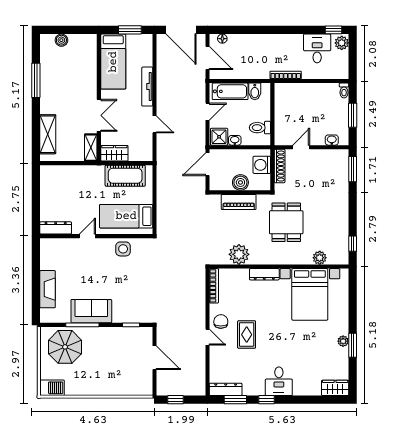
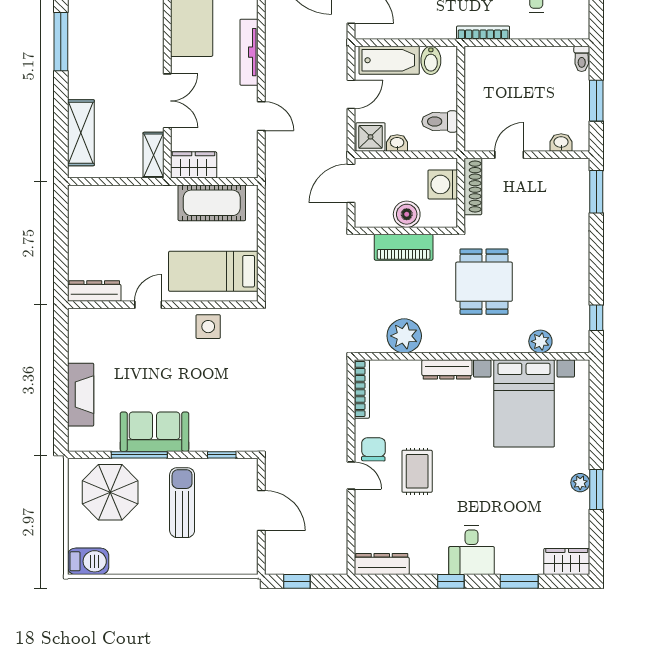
sun lounger: (108, 353) -> (182, 503), added
window: (235, 400) -> (519, 581), moved

